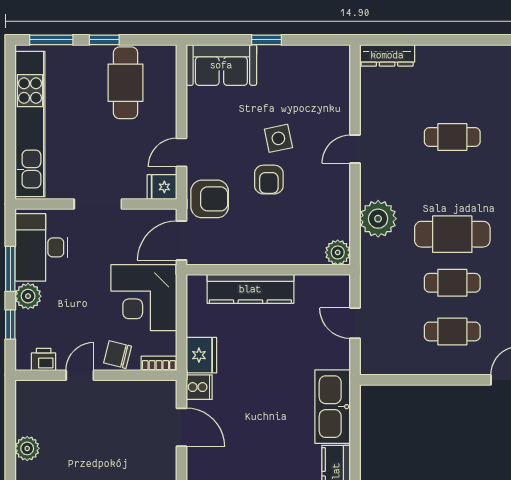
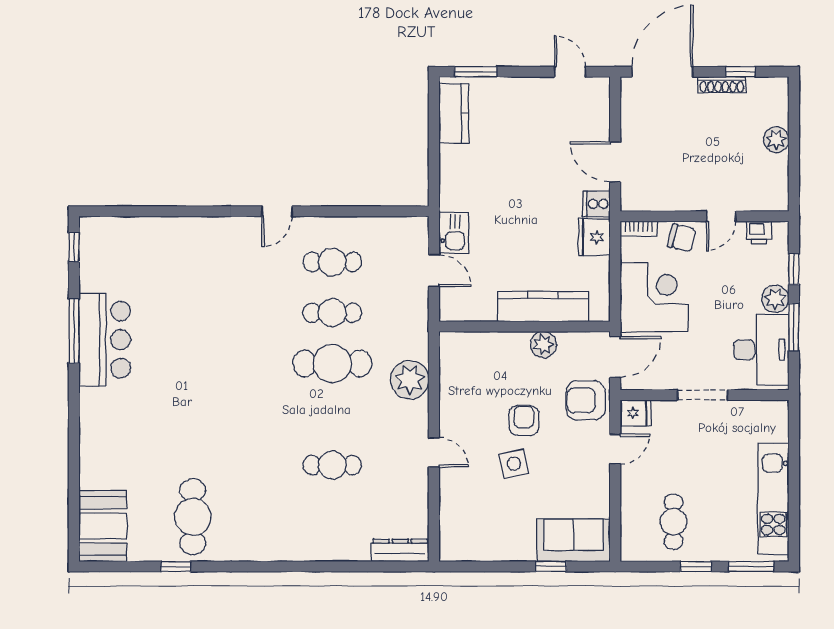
window: (267, 40) -> (551, 566), moved
cafe table: (126, 83) -> (674, 522), width x0.73, depth x0.74
kitchen unit: (30, 124) -> (773, 499), width x0.73
door: (355, 149) -> (434, 452), hinge flipped
plant: (338, 252) -> (543, 344), moved
kitchen sink: (333, 407) -> (454, 233), moved, width x0.53, depth x0.81

